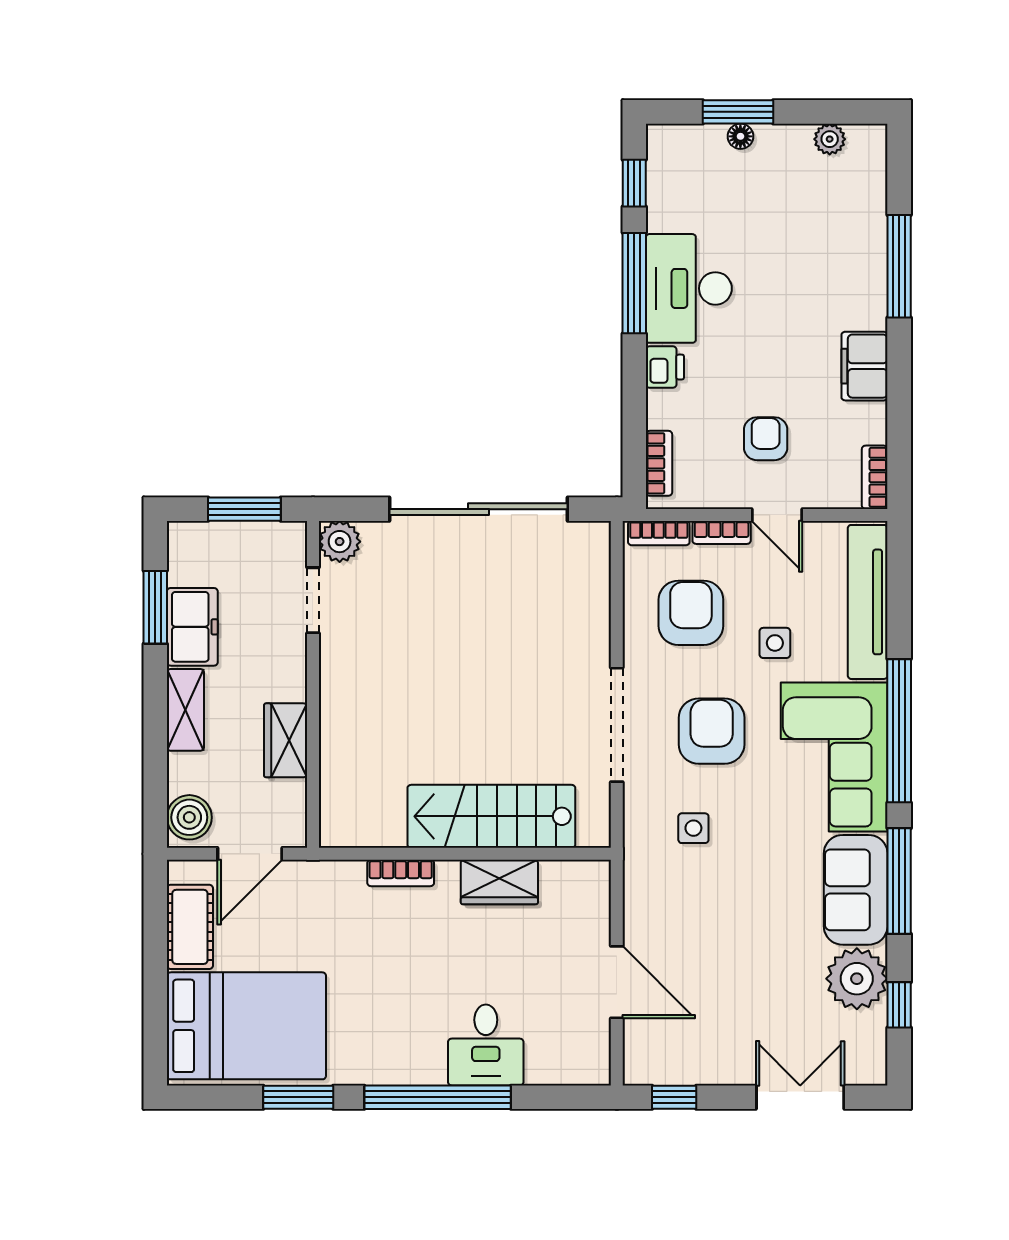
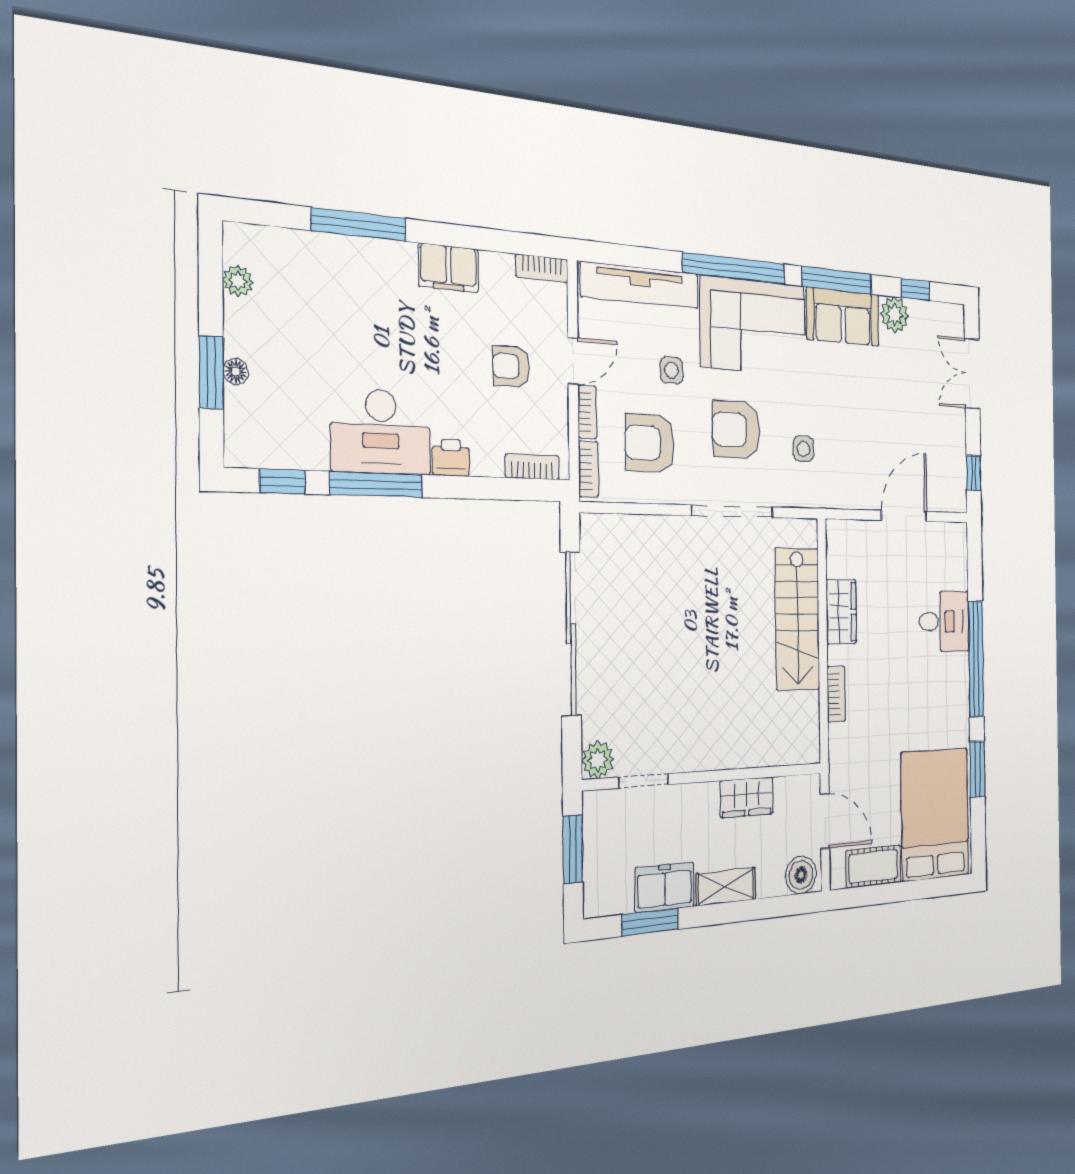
plant: (857, 979) -> (894, 315), width x0.73, depth x0.73

